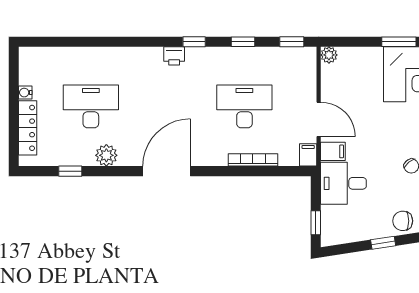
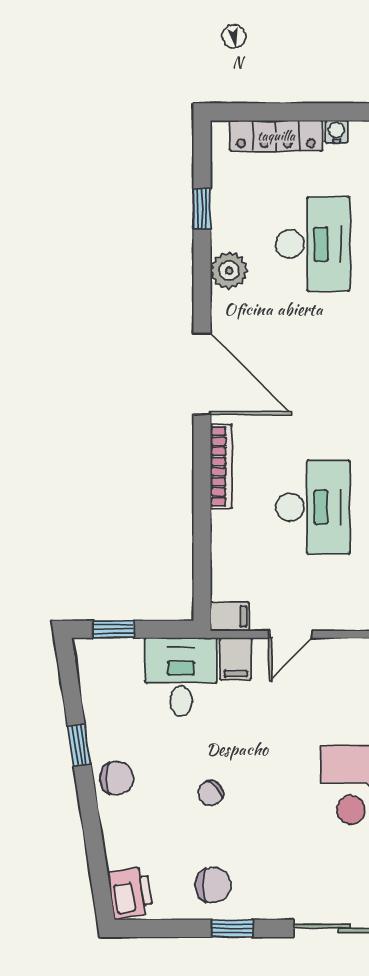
door: (319, 119) -> (291, 634), width x0.73
bookcase: (253, 160) -> (221, 467), moved
chair: (403, 221) -> (117, 778), turned 90

